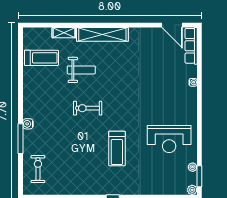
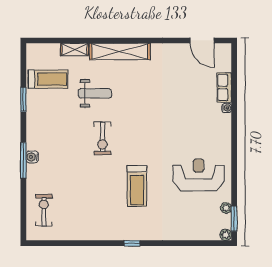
row of seats: (191, 46) -> (224, 87), moved, width x0.68
window: (20, 75) -> (23, 99), added
exercise bike: (88, 108) -> (102, 138), turned -90
window: (20, 139) -> (23, 160), moved
reception desk: (169, 139) -> (199, 175), turned 180

